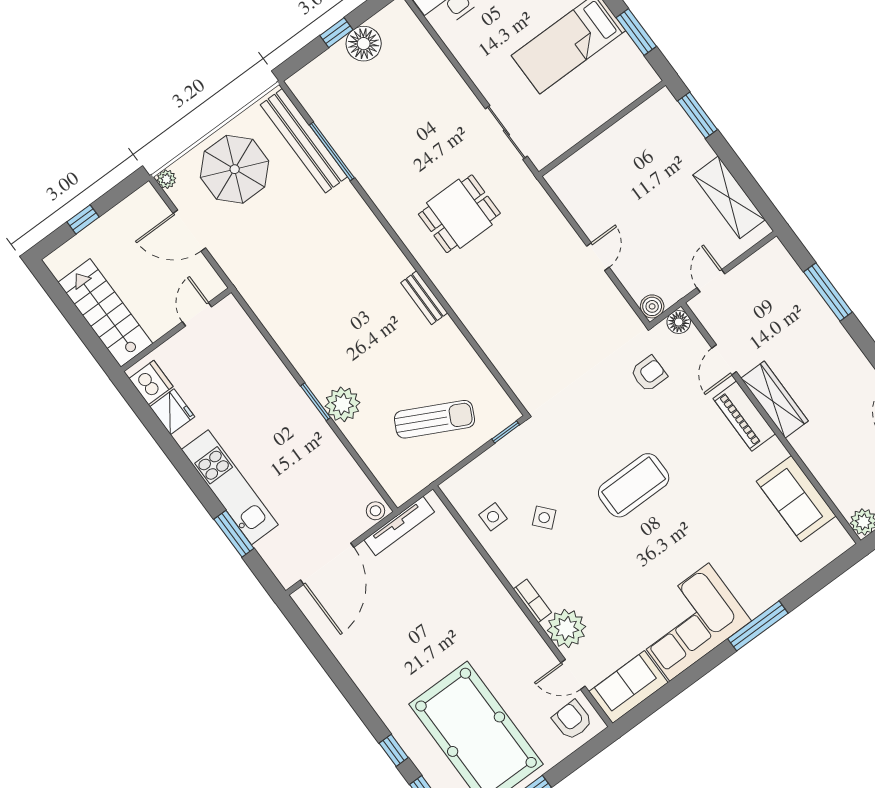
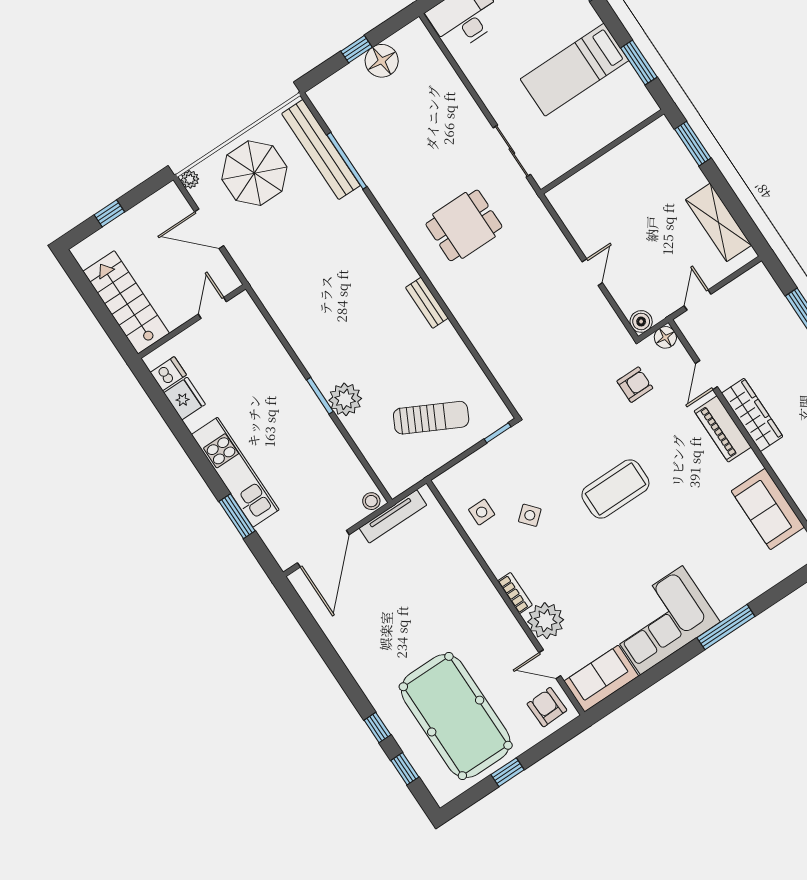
dishwasher: (151, 383) -> (168, 374), width x0.73

